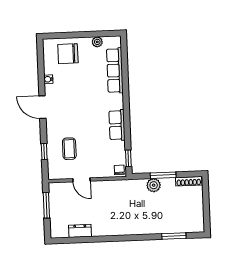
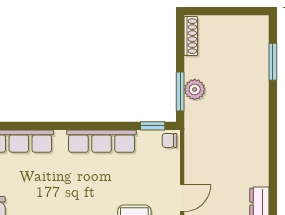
row of seats: (117, 125) -> (101, 141), width x1.48
window: (163, 175) -> (180, 91), moved

